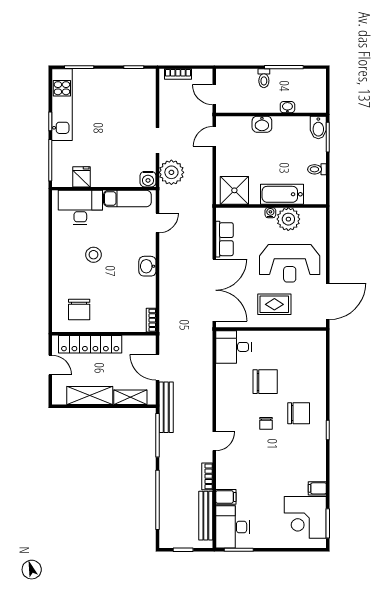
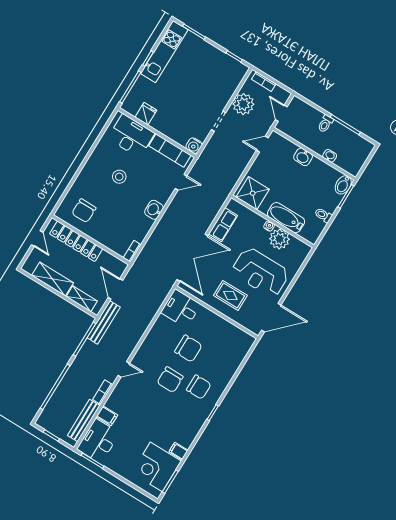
plant: (171, 172) -> (243, 104), moved
chair: (266, 423) -> (170, 380), width x1.87, depth x1.87

